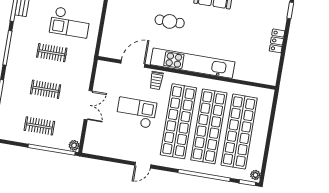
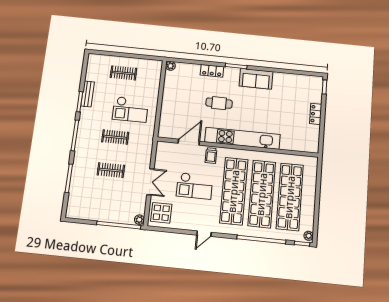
checkout: (136, 113) -> (195, 186), turned 180
clothes rail: (39, 126) -> (107, 204), removed
display table: (98, 140) -> (161, 213), added

